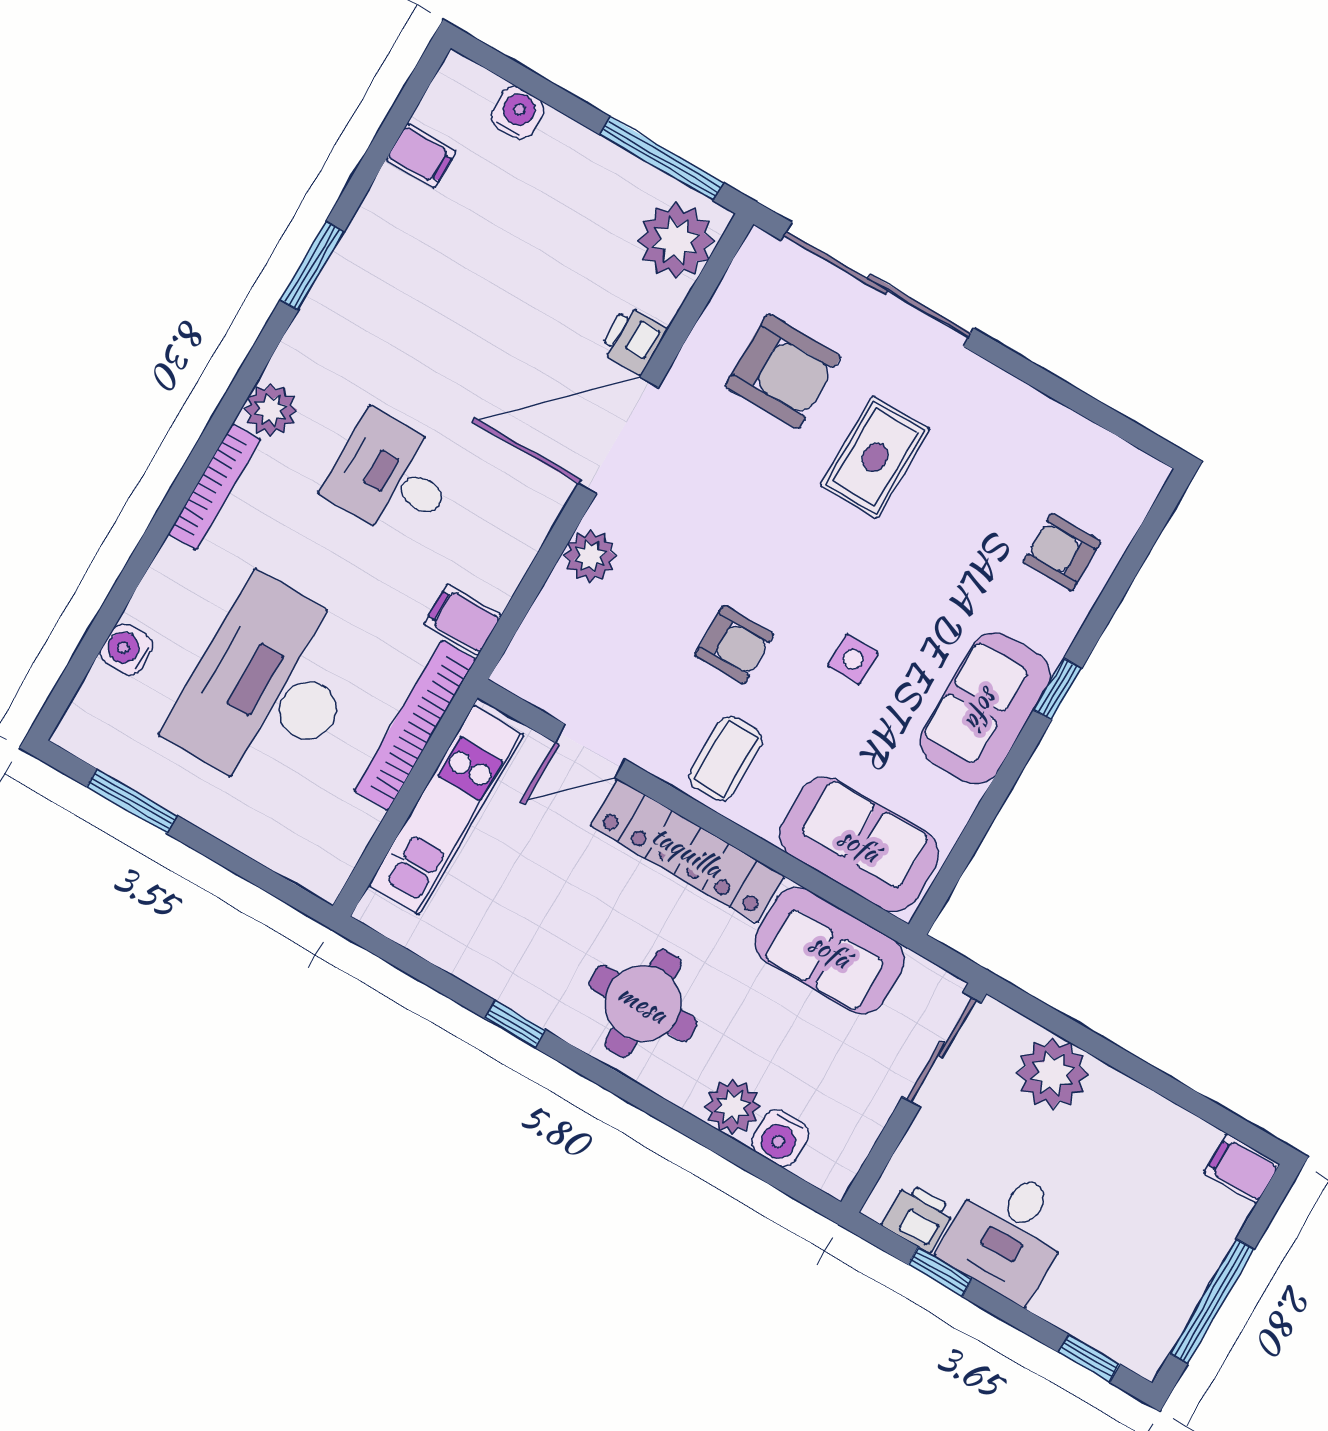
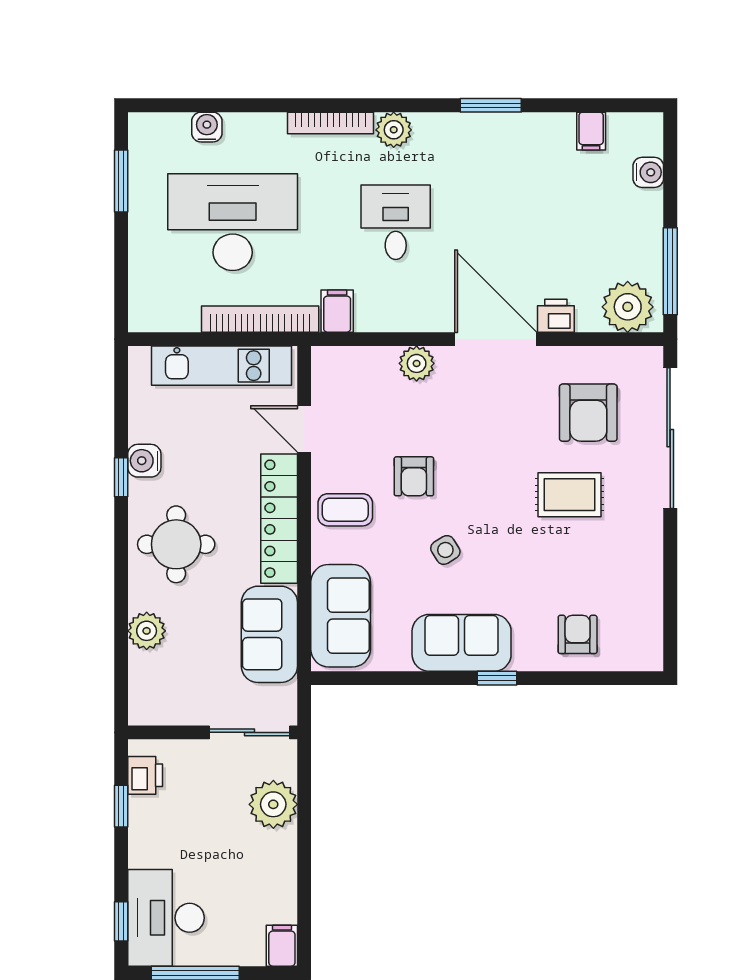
side table: (853, 659) -> (445, 550), turned -32
water cooler: (780, 1138) -> (144, 461), moved
desk: (1008, 1233) -> (166, 918), moved, width x1.37

